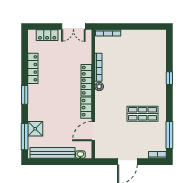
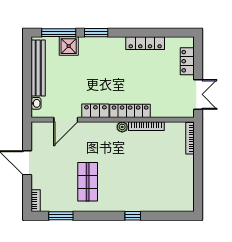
double door: (73, 26) -> (198, 94), swing flipped
window: (25, 95) -> (96, 33), moved
door: (93, 131) -> (66, 120), swing flipped
window: (169, 135) -> (61, 216), width x0.69

